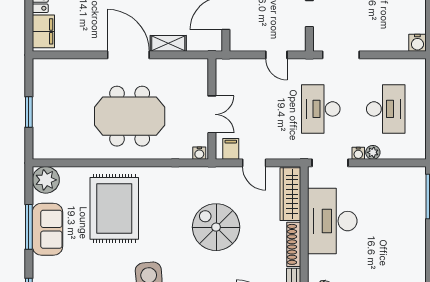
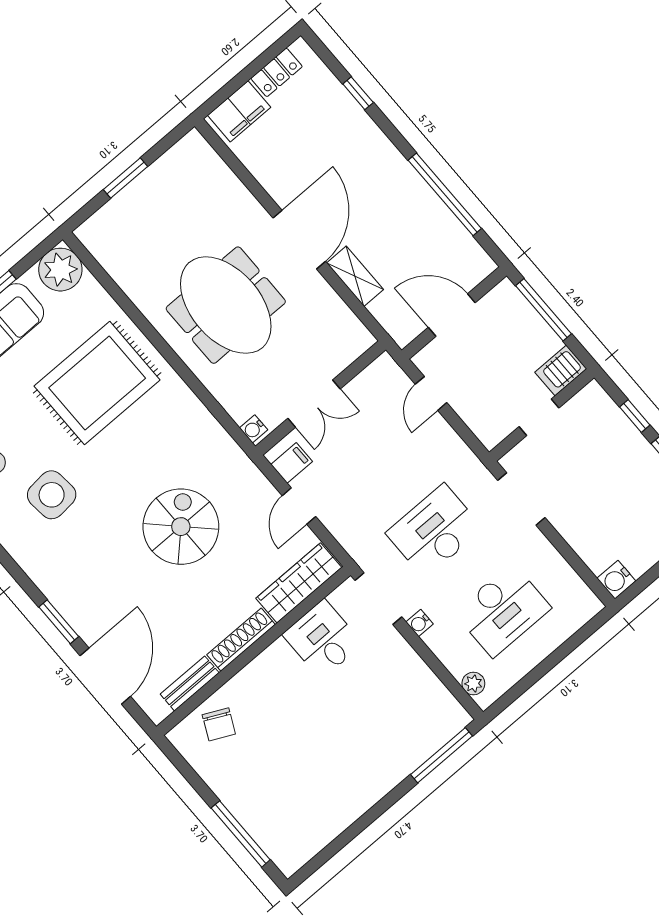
door: (276, 55) -> (431, 393), moved
plant: (373, 152) -> (473, 684), moved
desk: (332, 221) -> (323, 639), width x0.53, depth x0.77

